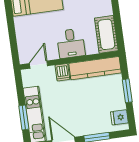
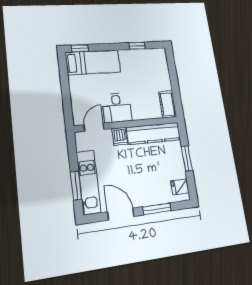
cot: (106, 34) -> (168, 104), width x0.73, depth x0.75
desk: (71, 43) -> (117, 108), moved

